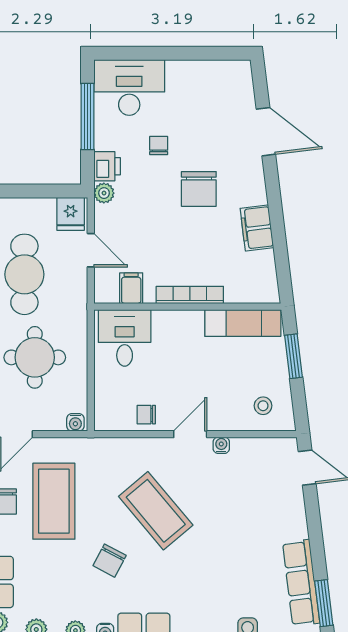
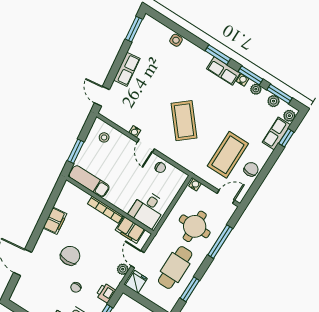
plant: (104, 193) -> (123, 269), moved
filing cabinet: (131, 288) -> (130, 230), width x2.00
door: (190, 434) -> (146, 146), hinge flipped
chair: (110, 561) -> (220, 111), removed
row of seats: (301, 583) -> (127, 69), moved, width x0.68

